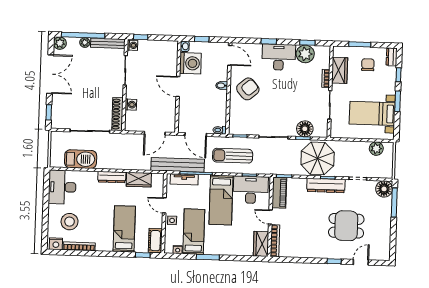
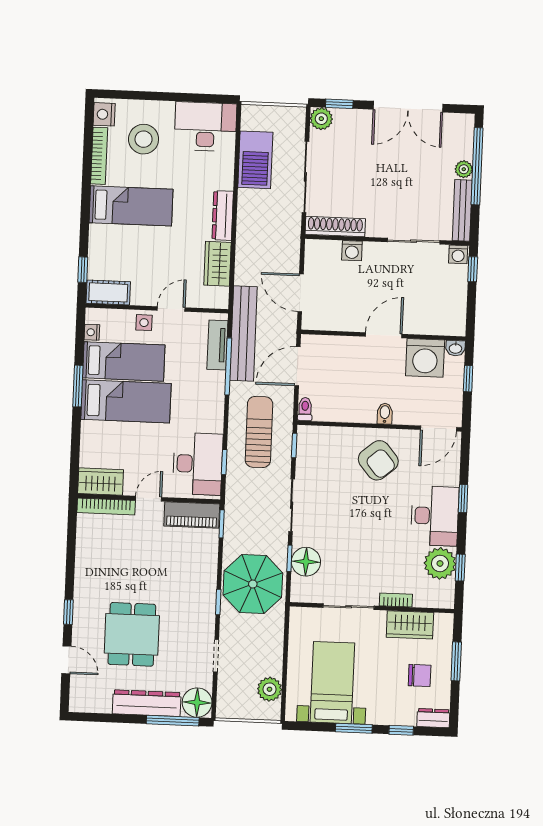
plant: (60, 43) -> (321, 119), moved
dresser: (326, 185) -> (147, 703), moved, turned 90
bed: (221, 200) -> (126, 401), moved, turned 180
bed: (124, 229) -> (131, 206), moved

